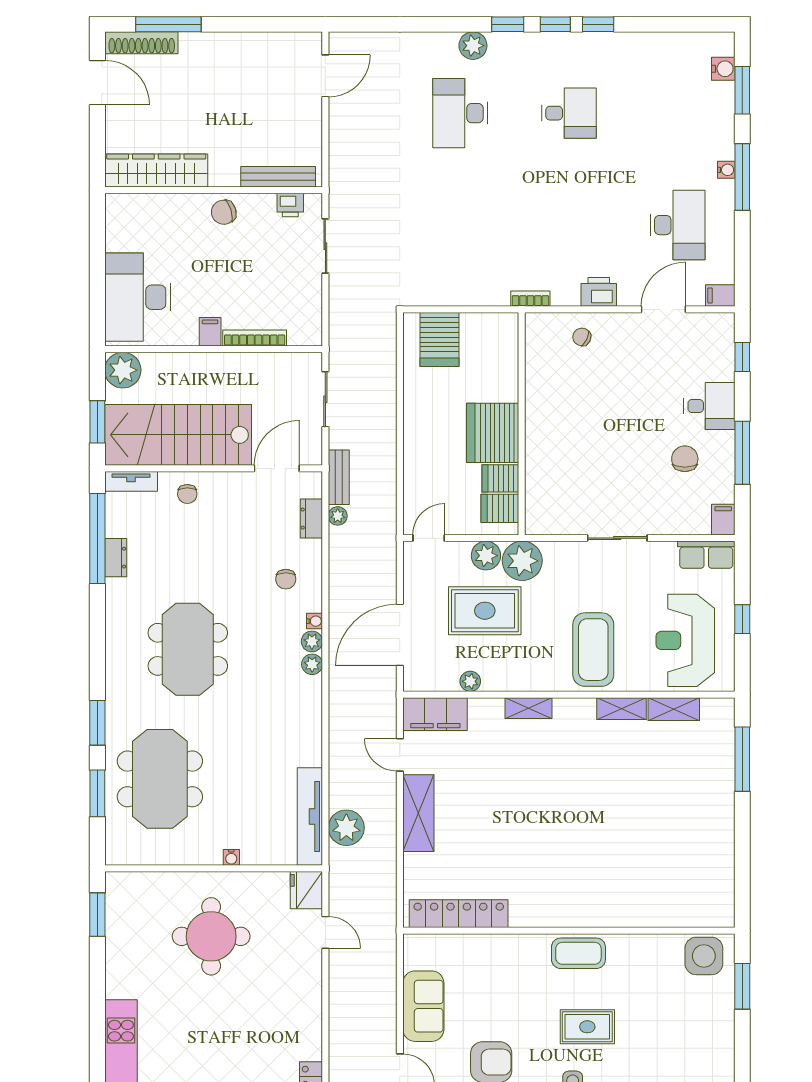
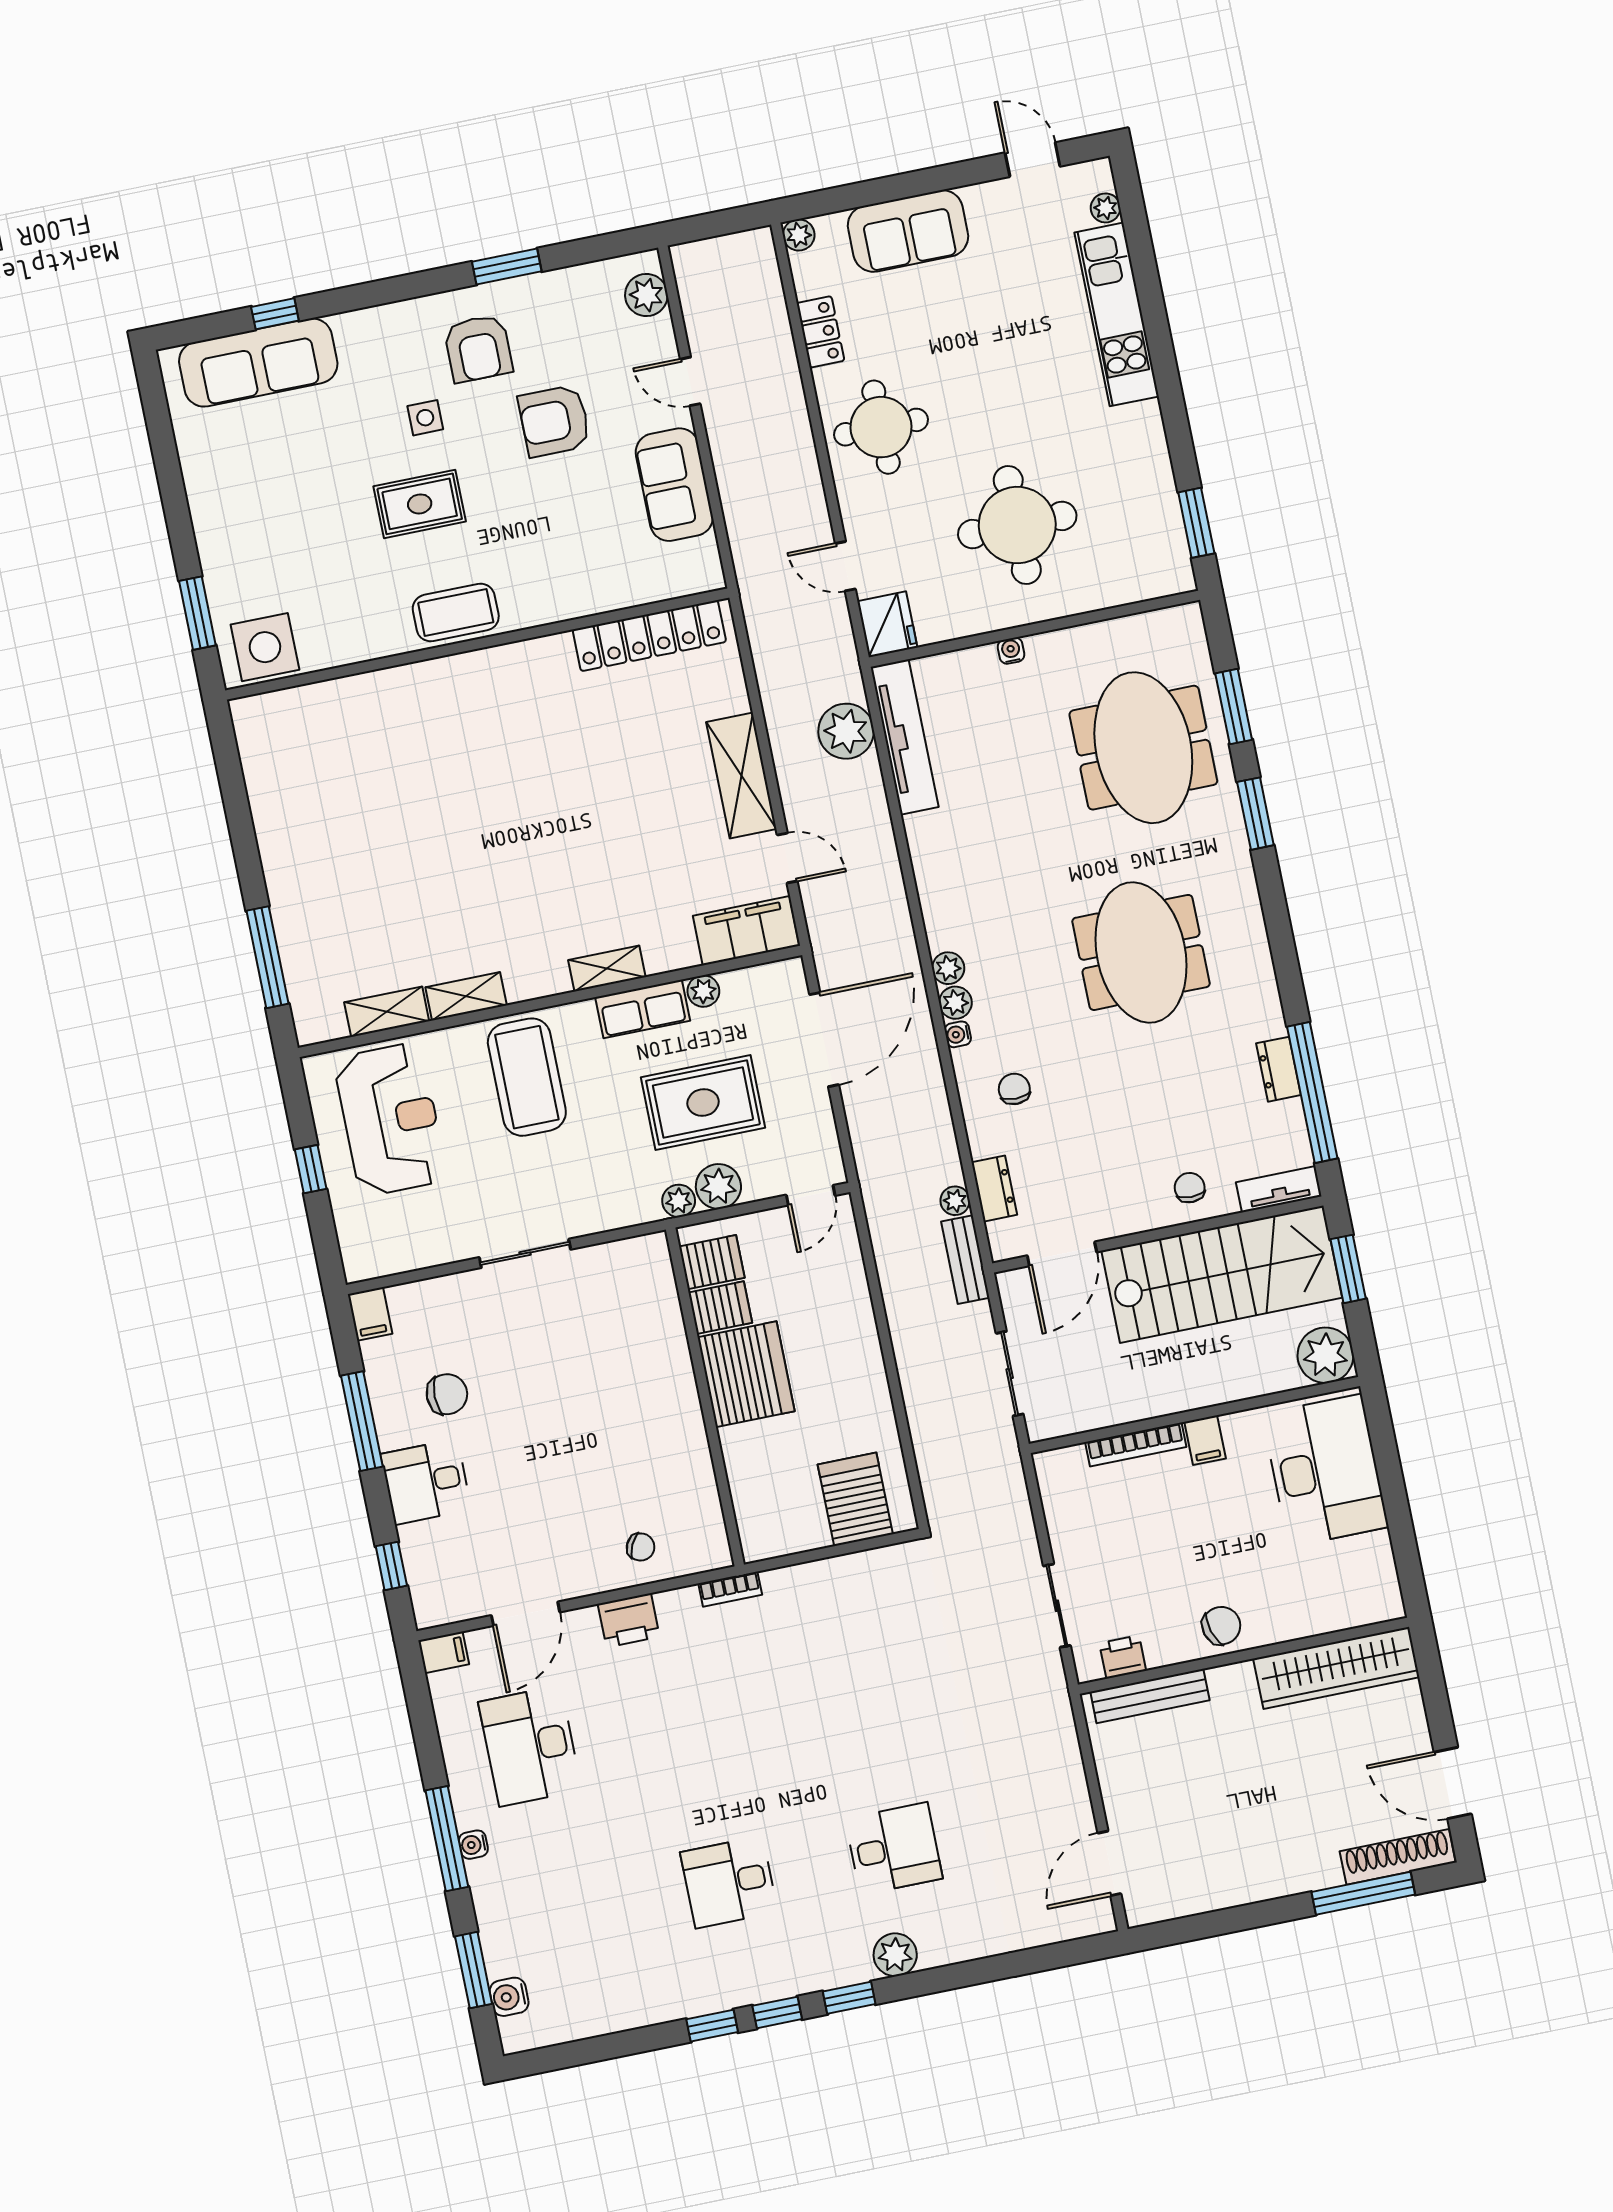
desk: (460, 113) -> (894, 1849), width x0.73
chair: (685, 459) -> (447, 1394), turned -90
row of seats: (706, 555) -> (643, 1009), moved, turned 180
plant: (522, 561) -> (679, 1201), width x0.53, depth x0.53
round table: (285, 1016) -> (881, 427), added

